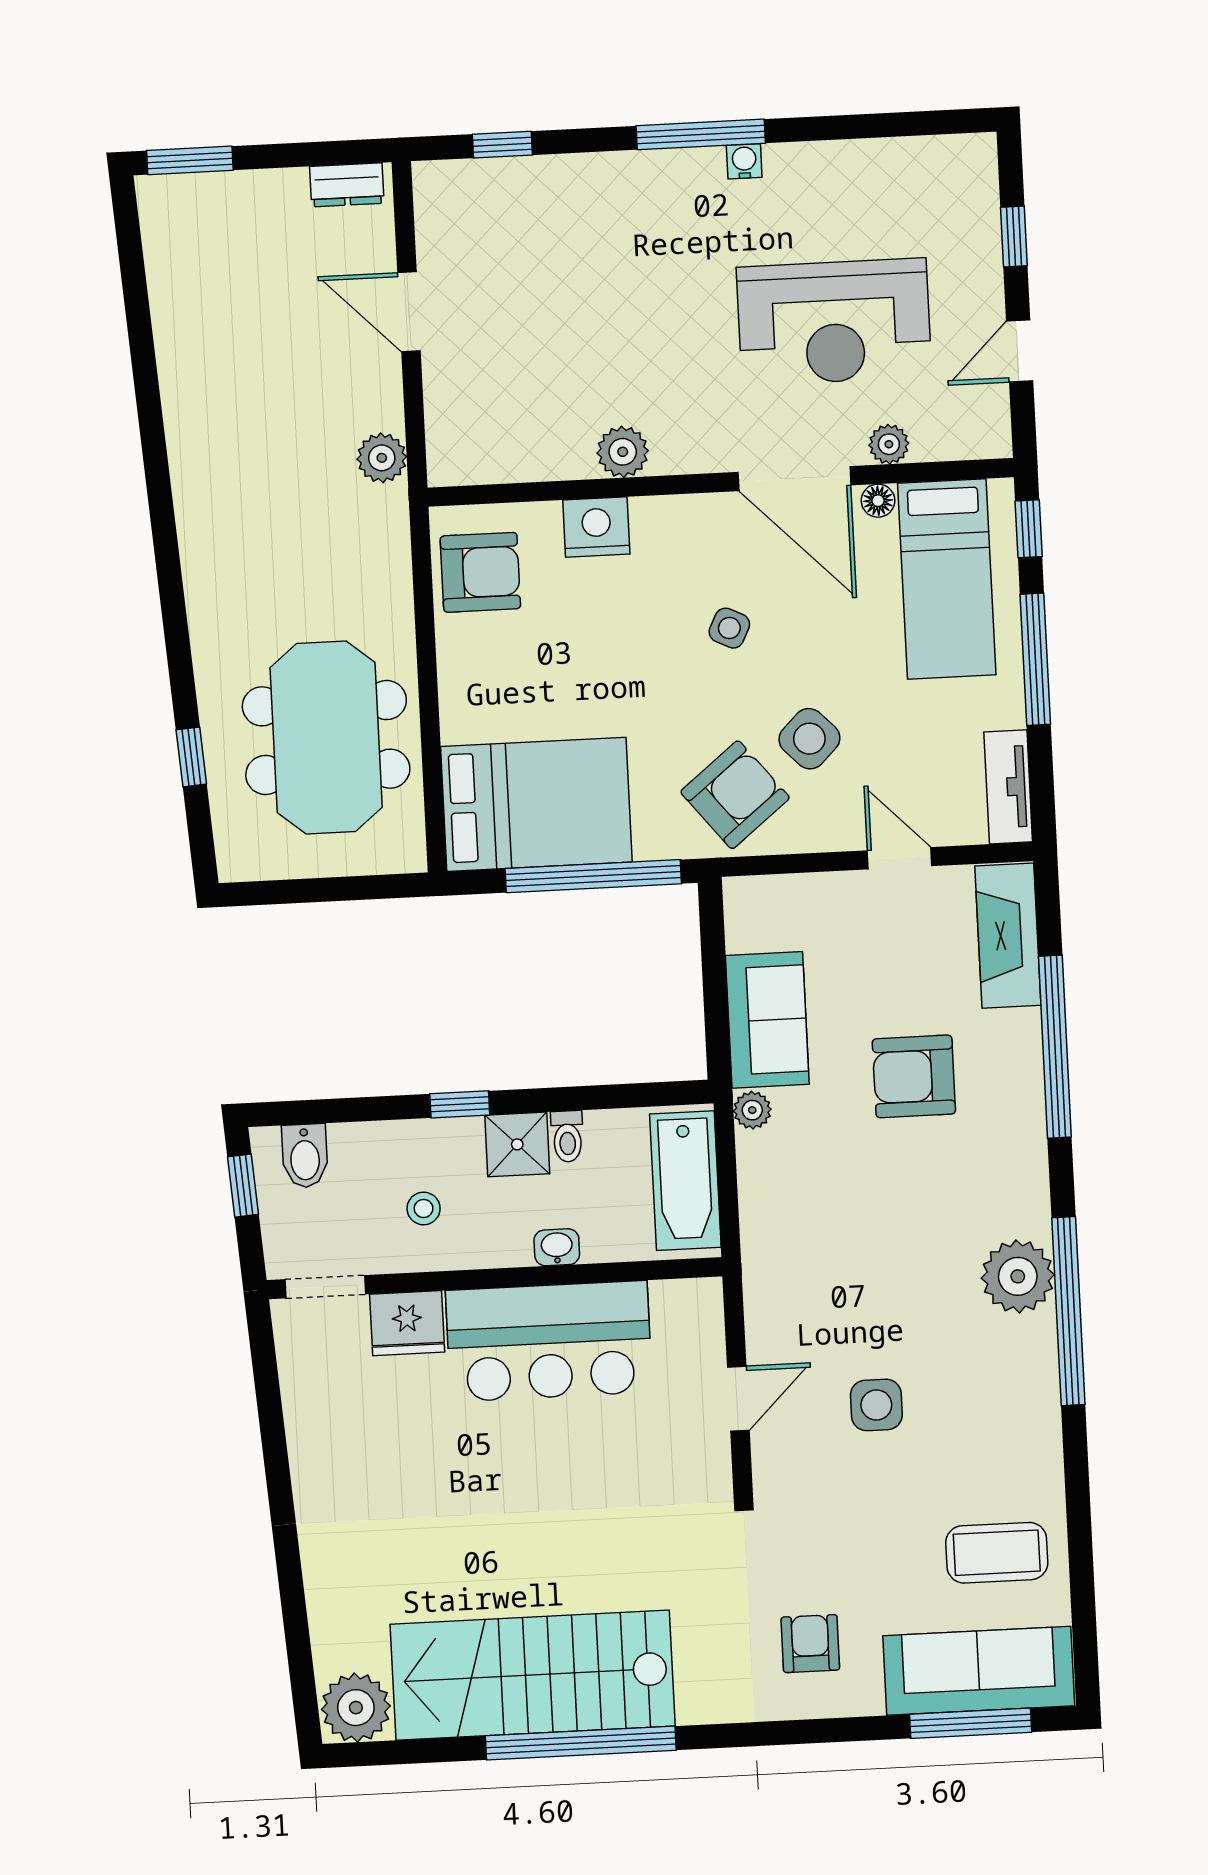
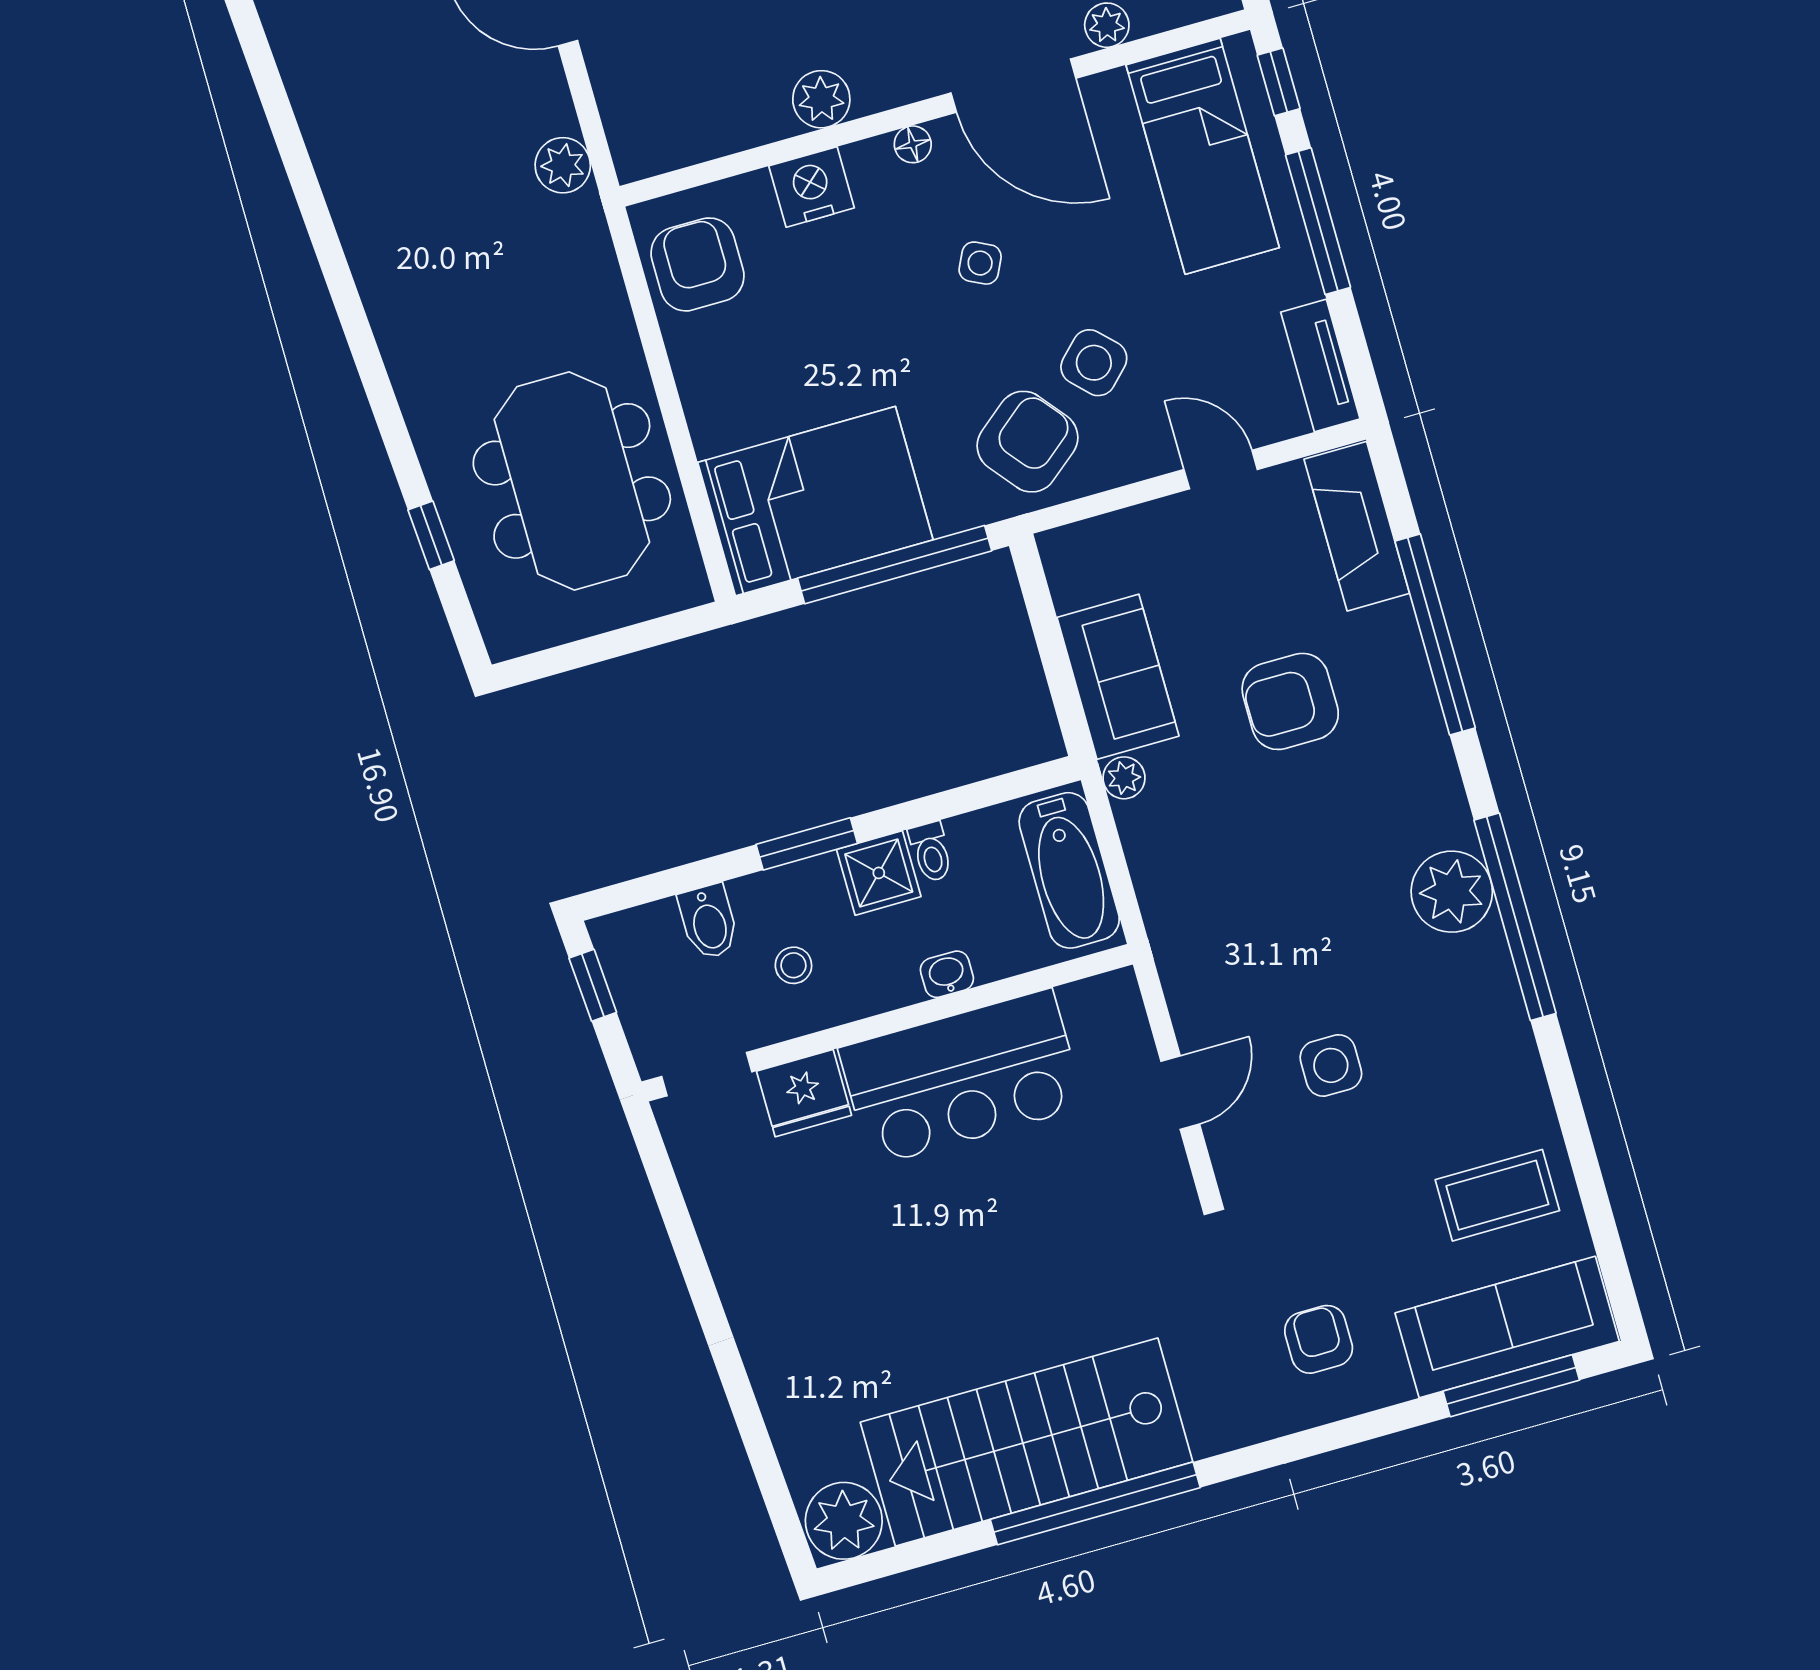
floor lamp: (878, 501) -> (913, 144), moved
armchair: (480, 572) -> (697, 264), turned -90
window: (460, 1104) -> (807, 844), width x1.50
bidet: (305, 1156) -> (709, 922), moved

